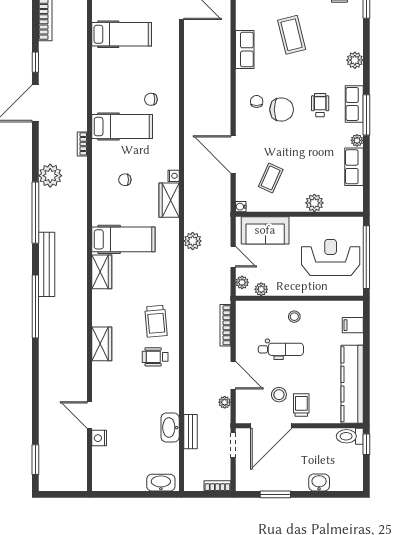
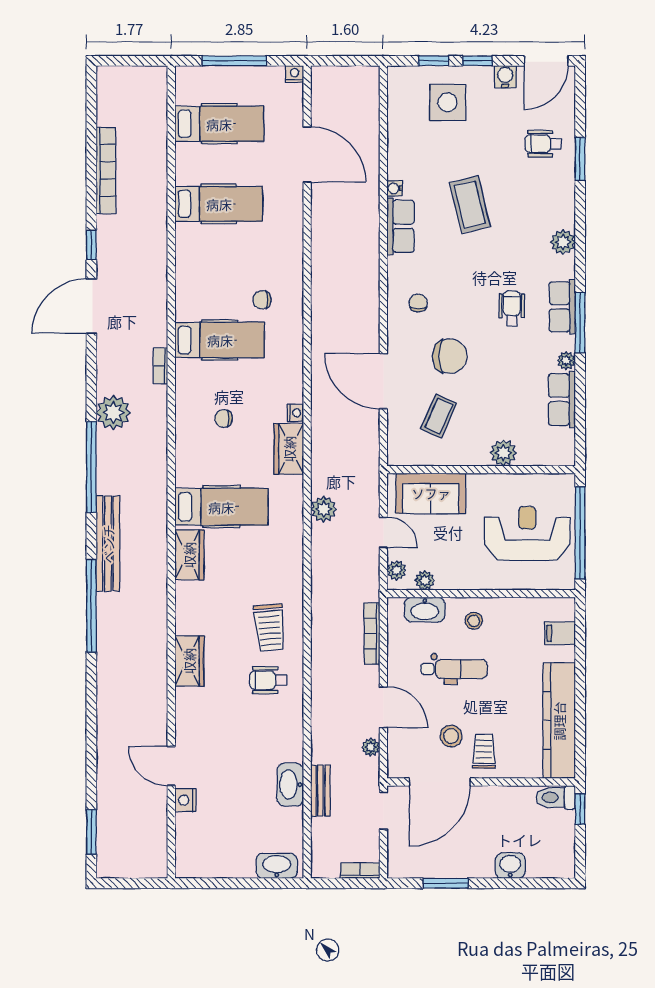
chair: (282, 110) -> (450, 356), moved
water cooler: (241, 207) -> (395, 188), moved
washbasin: (261, 309) -> (425, 610), added

